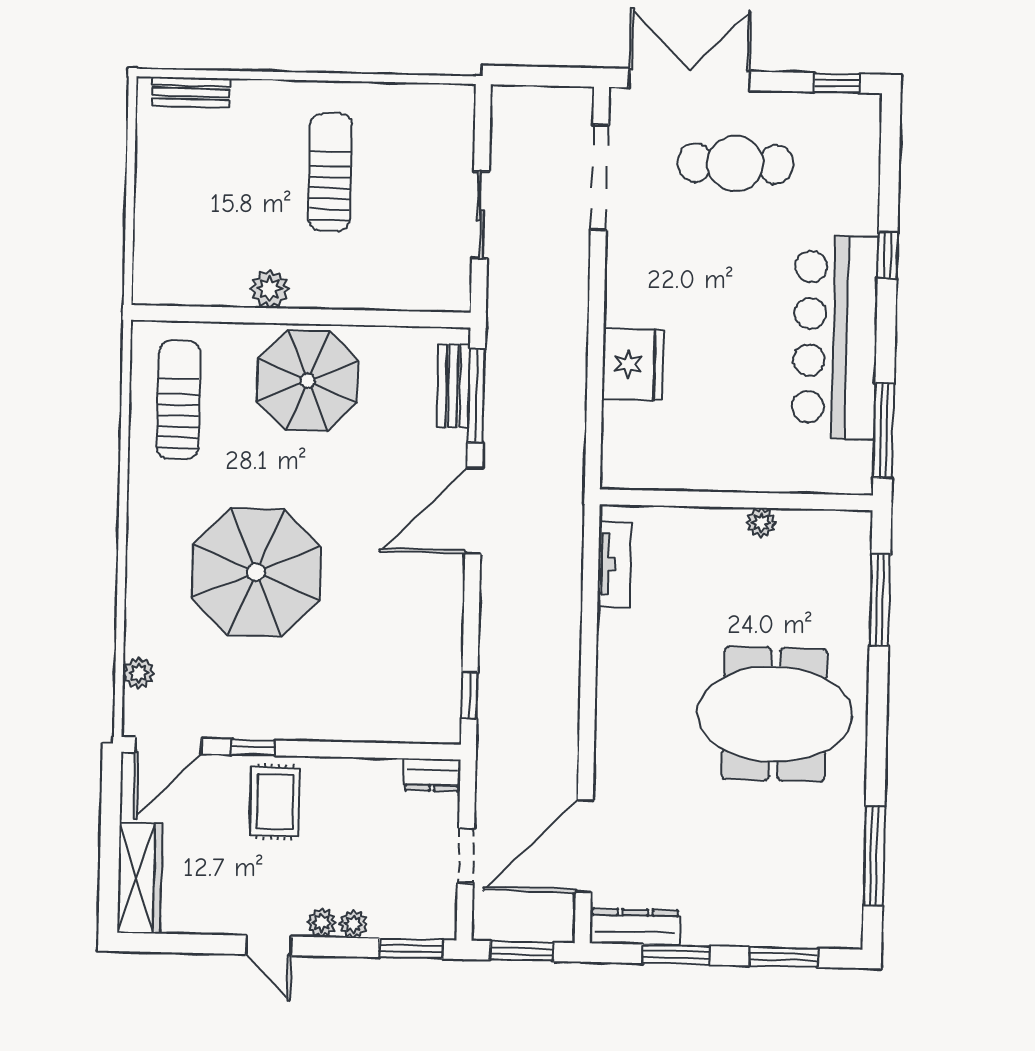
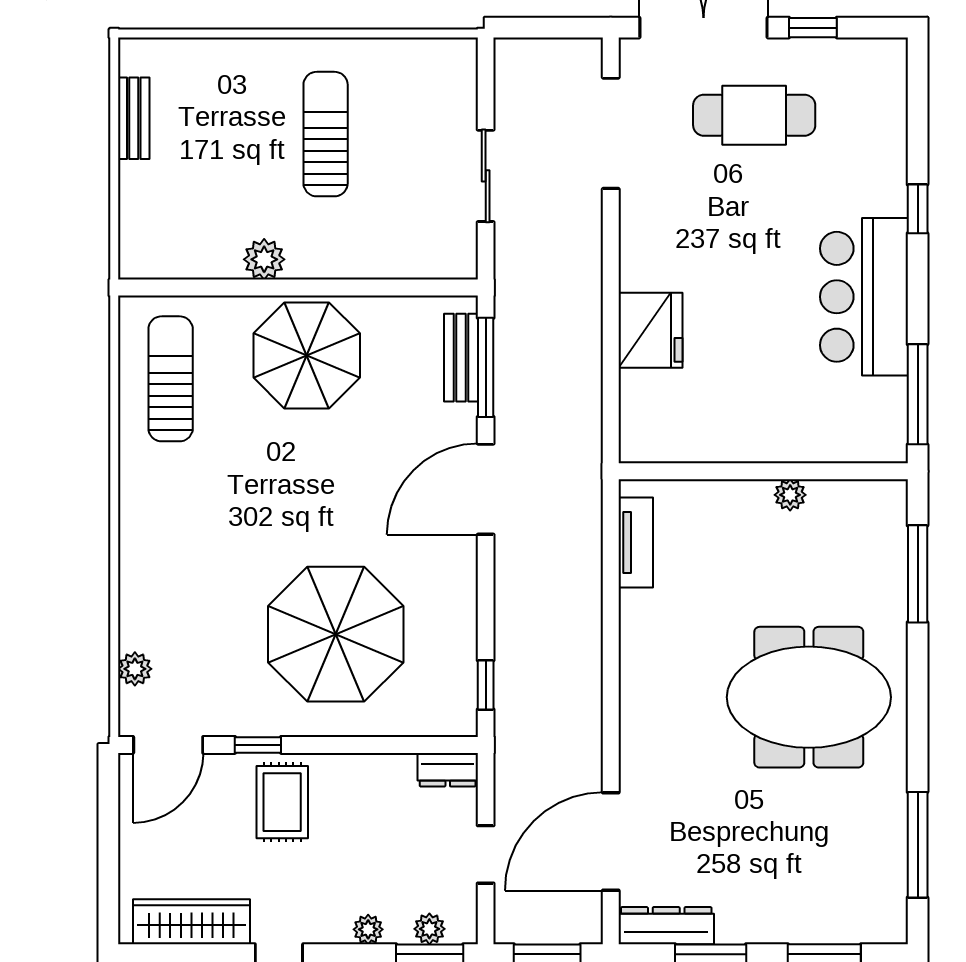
window: (837, 83) -> (813, 28), moved
bench: (191, 92) -> (134, 118), moved, turned 90
bar counter: (835, 337) -> (864, 297), width x0.73
parasol: (256, 572) -> (336, 634), moved
wardrobe: (140, 878) -> (192, 922), moved, turned -90
plant: (322, 923) -> (429, 929), moved

